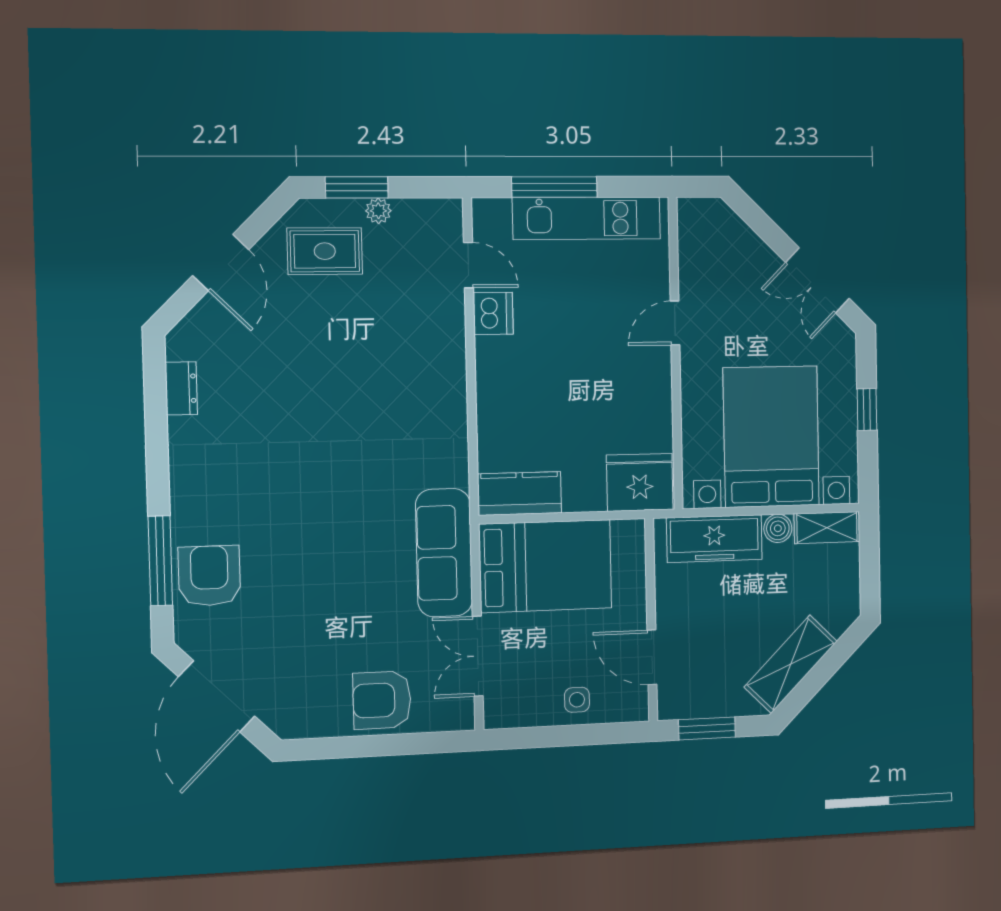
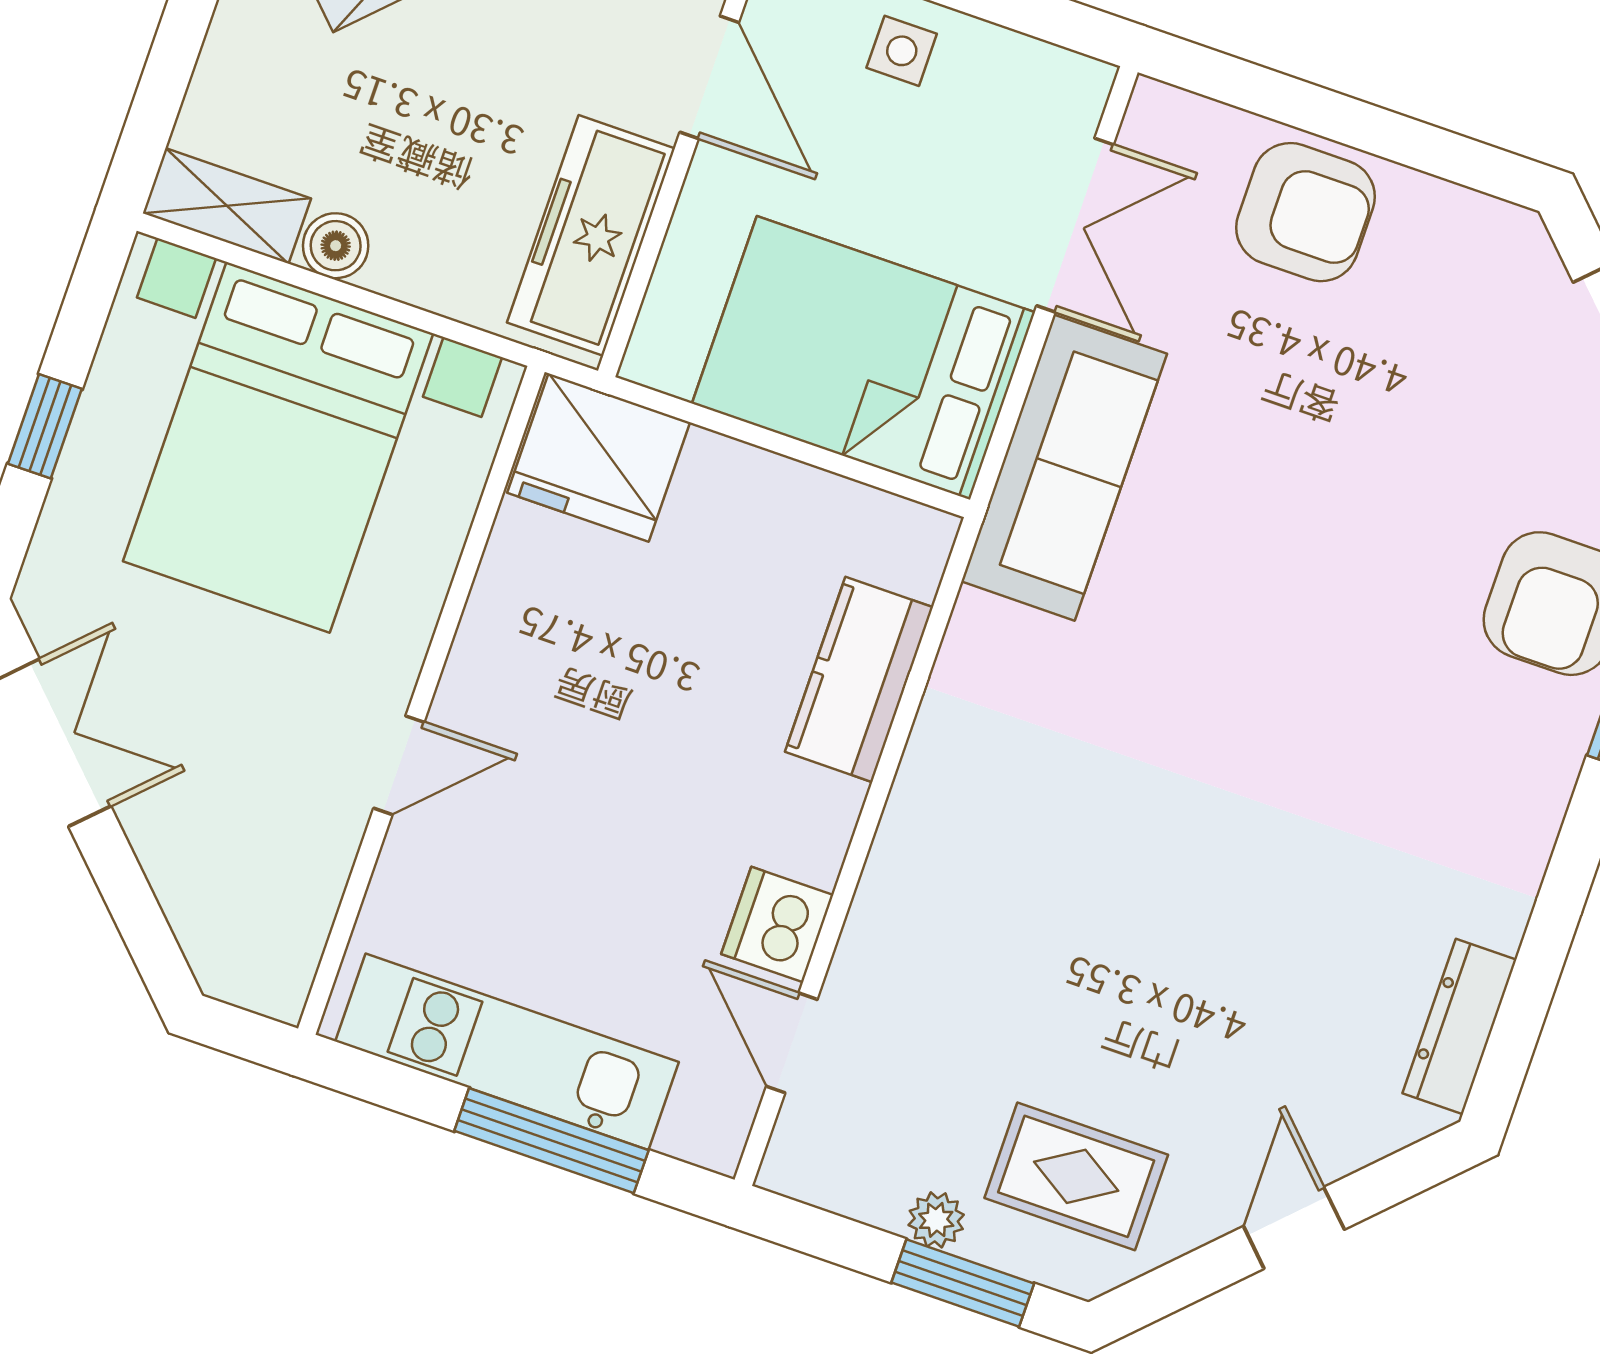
door: (221, 263) -> (1294, 1228), width x0.73
dresser: (181, 388) -> (1459, 1026), width x1.44
kitchen counter: (520, 493) -> (859, 679), moved, turned 90
freezer: (714, 539) -> (591, 235), moved, turned -90

